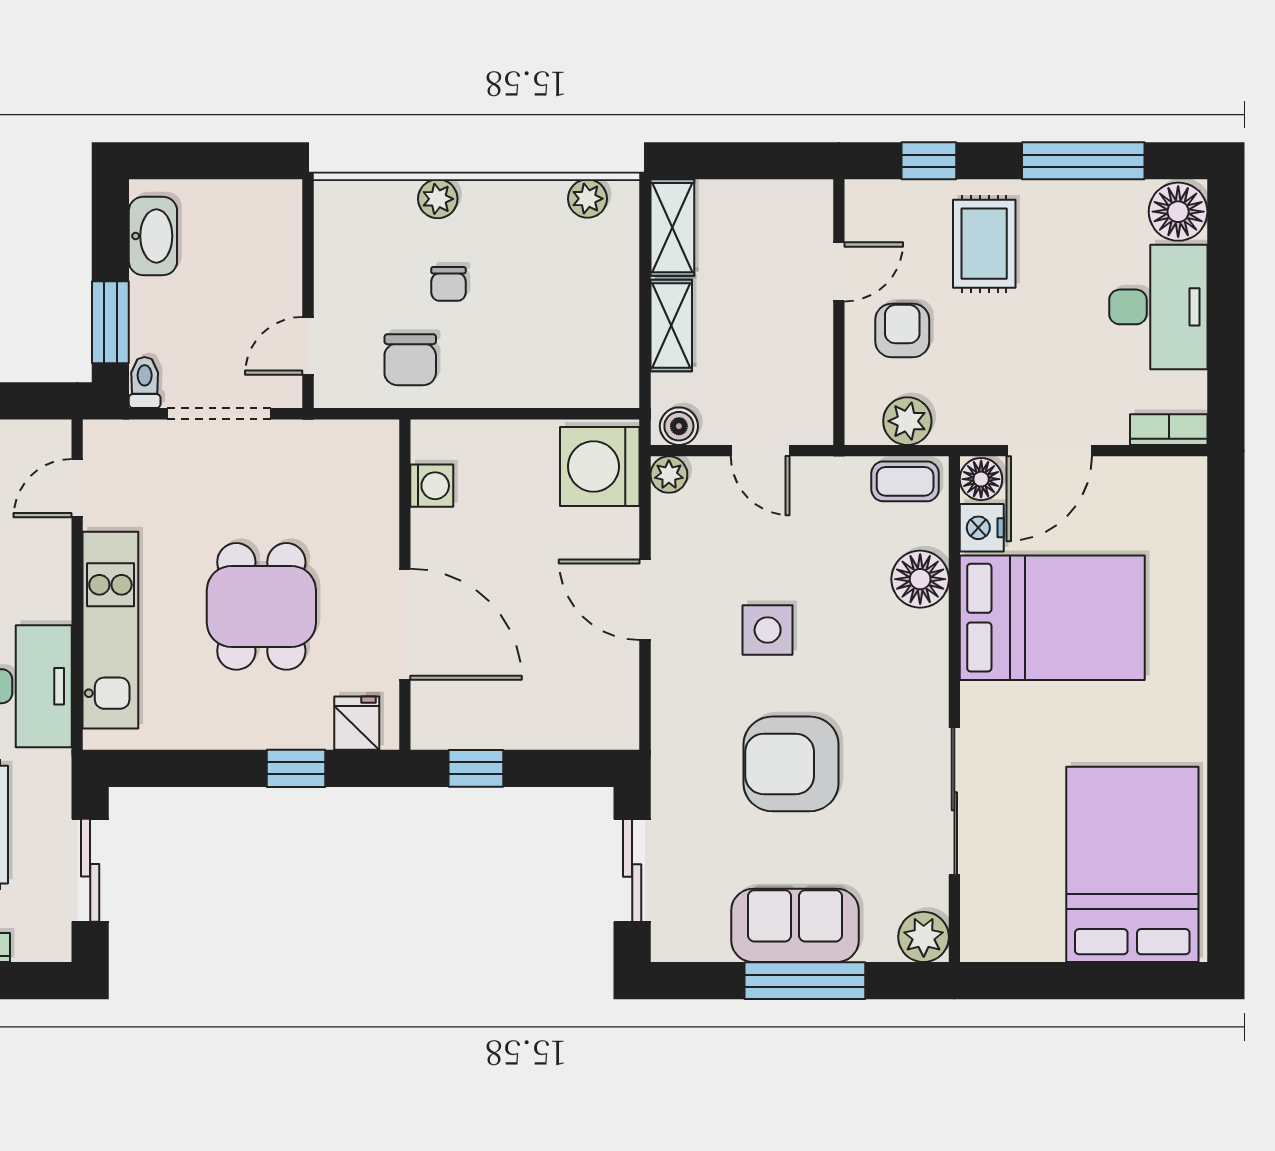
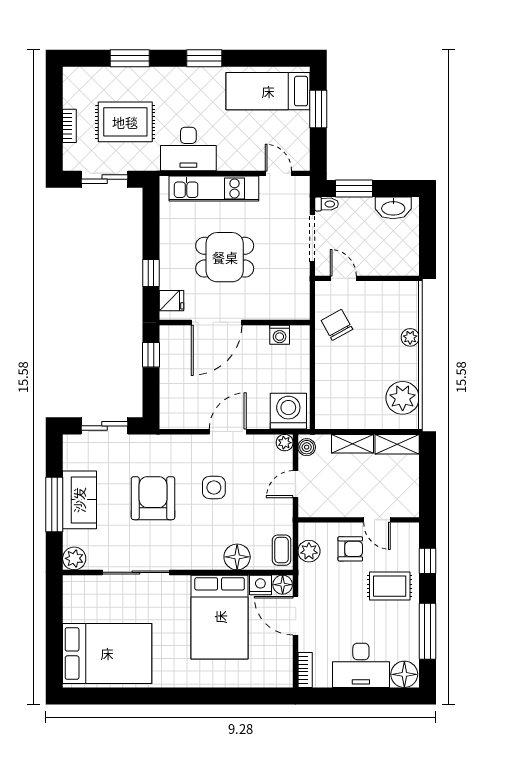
plant: (587, 199) -> (403, 398), width x1.88, depth x1.88
chair: (448, 284) -> (371, 342), removed
chair: (410, 360) -> (337, 325), turned 61

